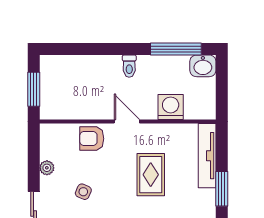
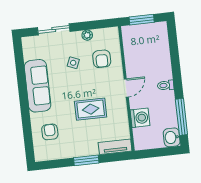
armchair: (92, 139) -> (102, 59), moved, turned 180
tv unit: (207, 156) -> (115, 147), width x0.71

